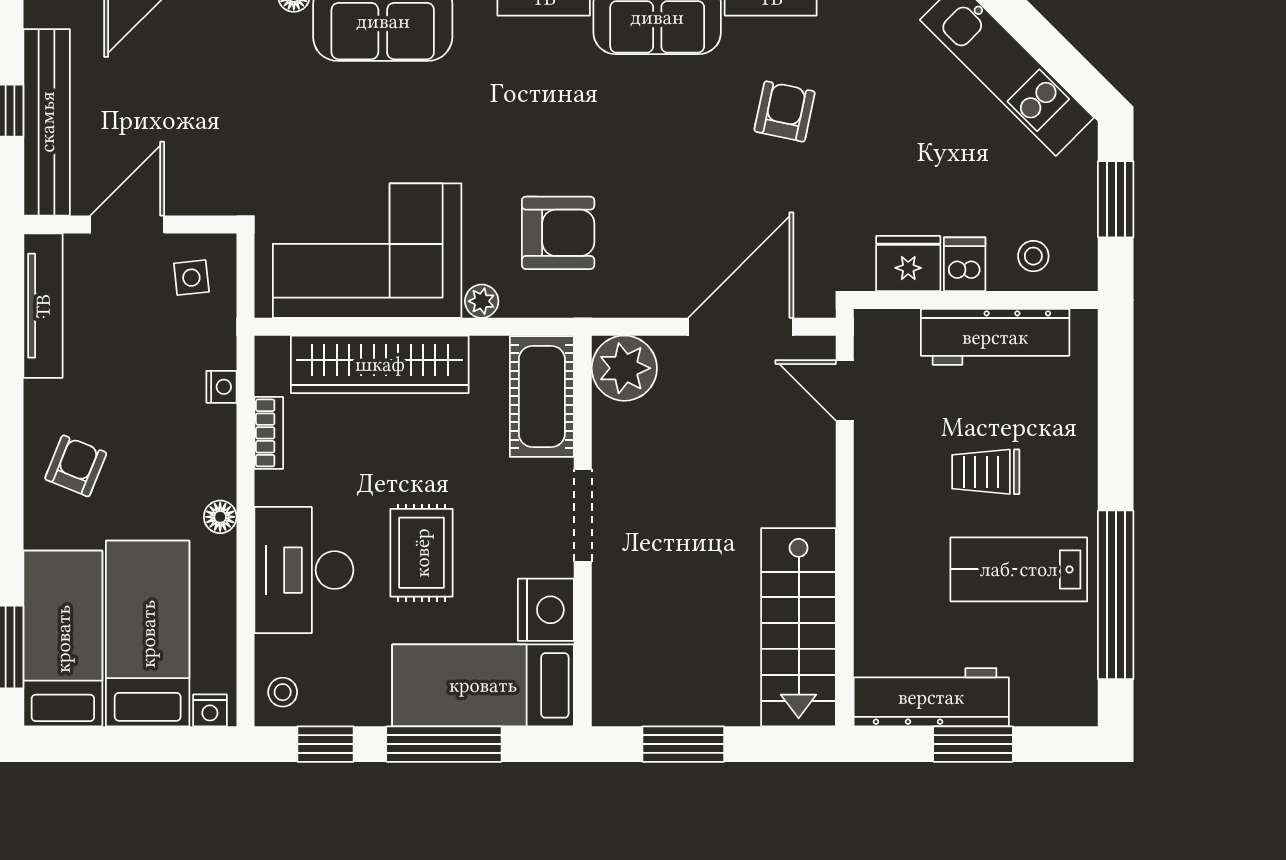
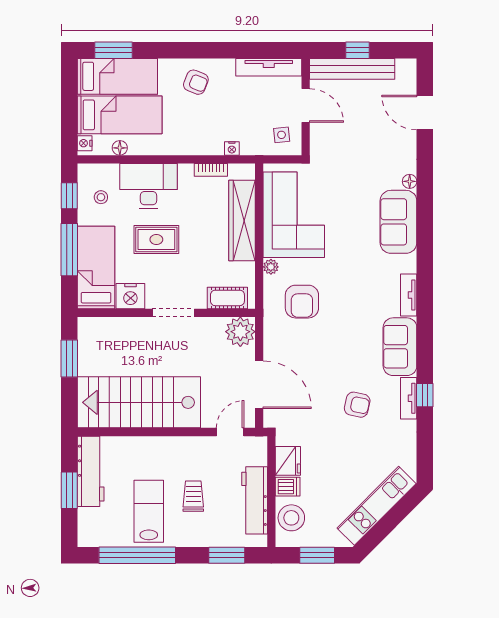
stool: (1033, 256) -> (291, 518), width x1.89, depth x1.89
cot: (542, 396) -> (227, 298), width x0.73, depth x0.75
window: (1116, 398) -> (227, 555), added
floor lamp: (220, 517) -> (120, 148), moved
stairs: (799, 627) -> (139, 402), width x1.36, depth x1.51
stool: (283, 692) -> (101, 197), moved

